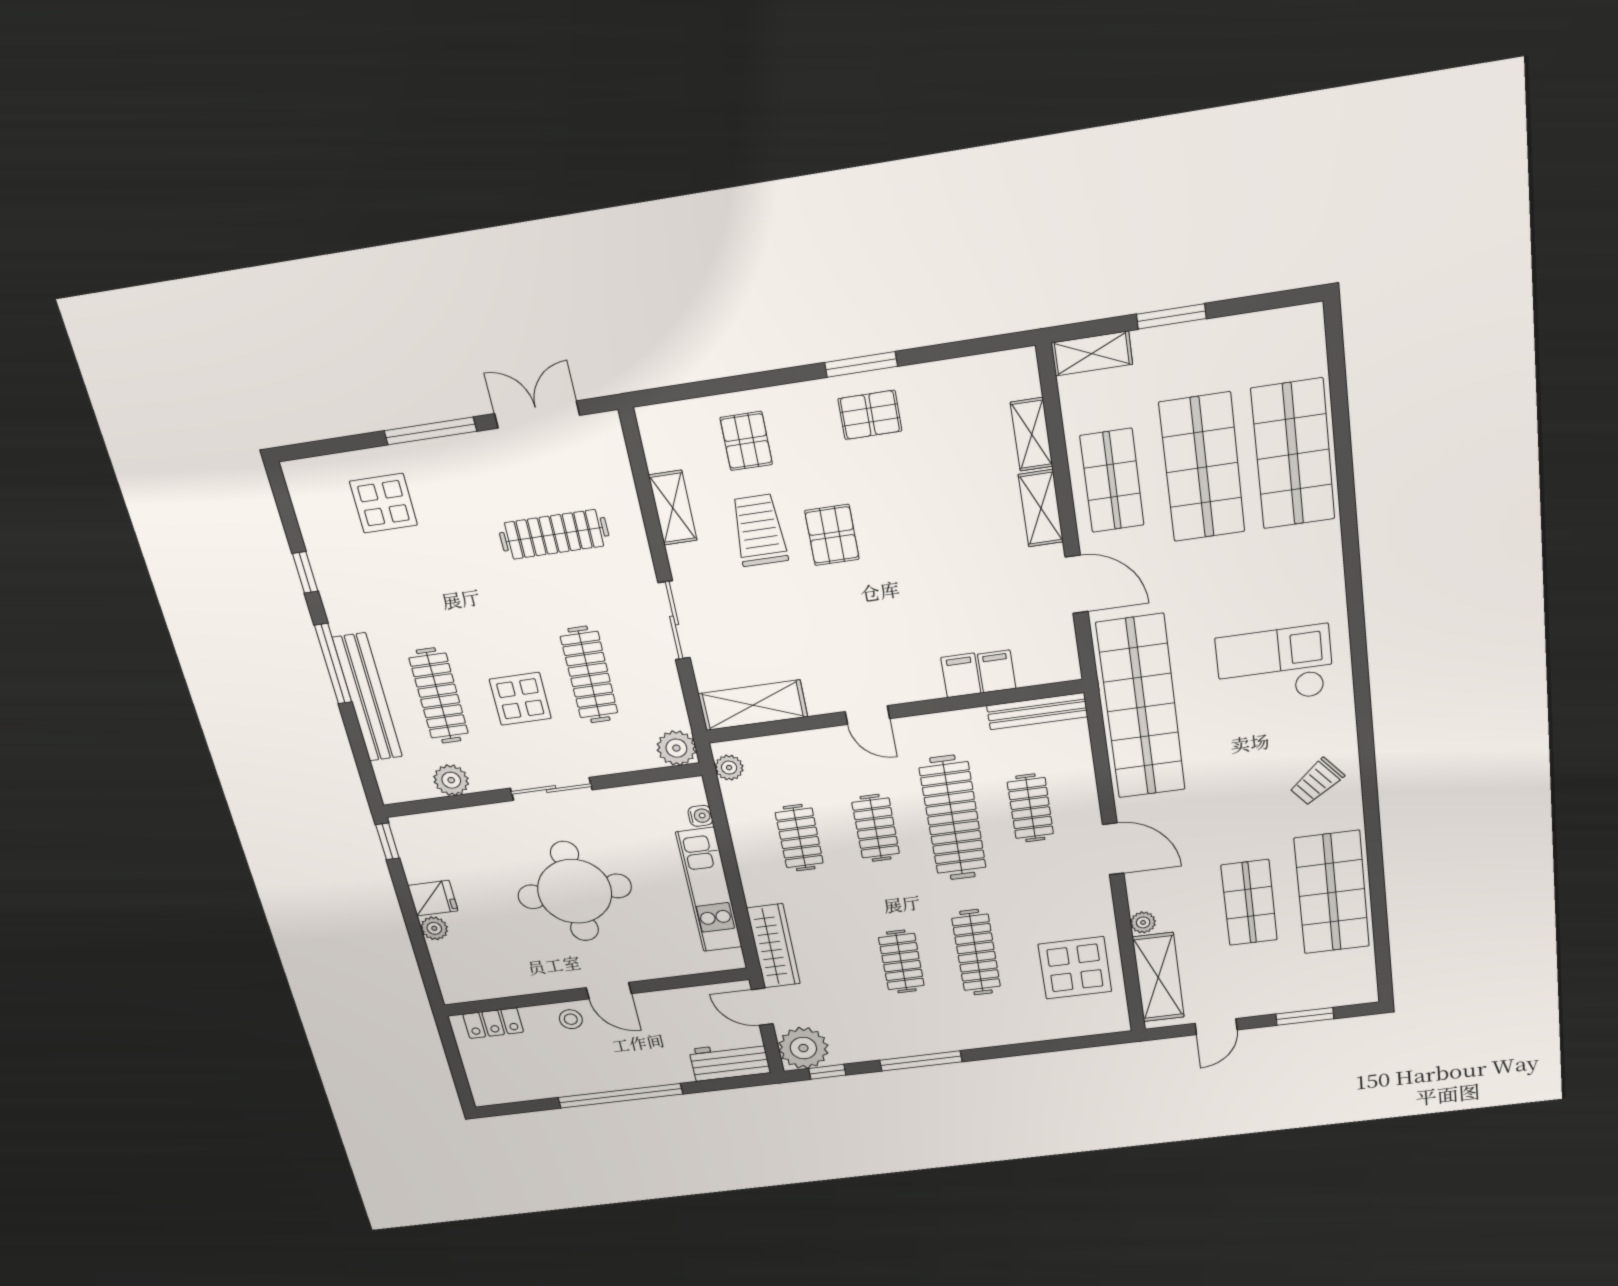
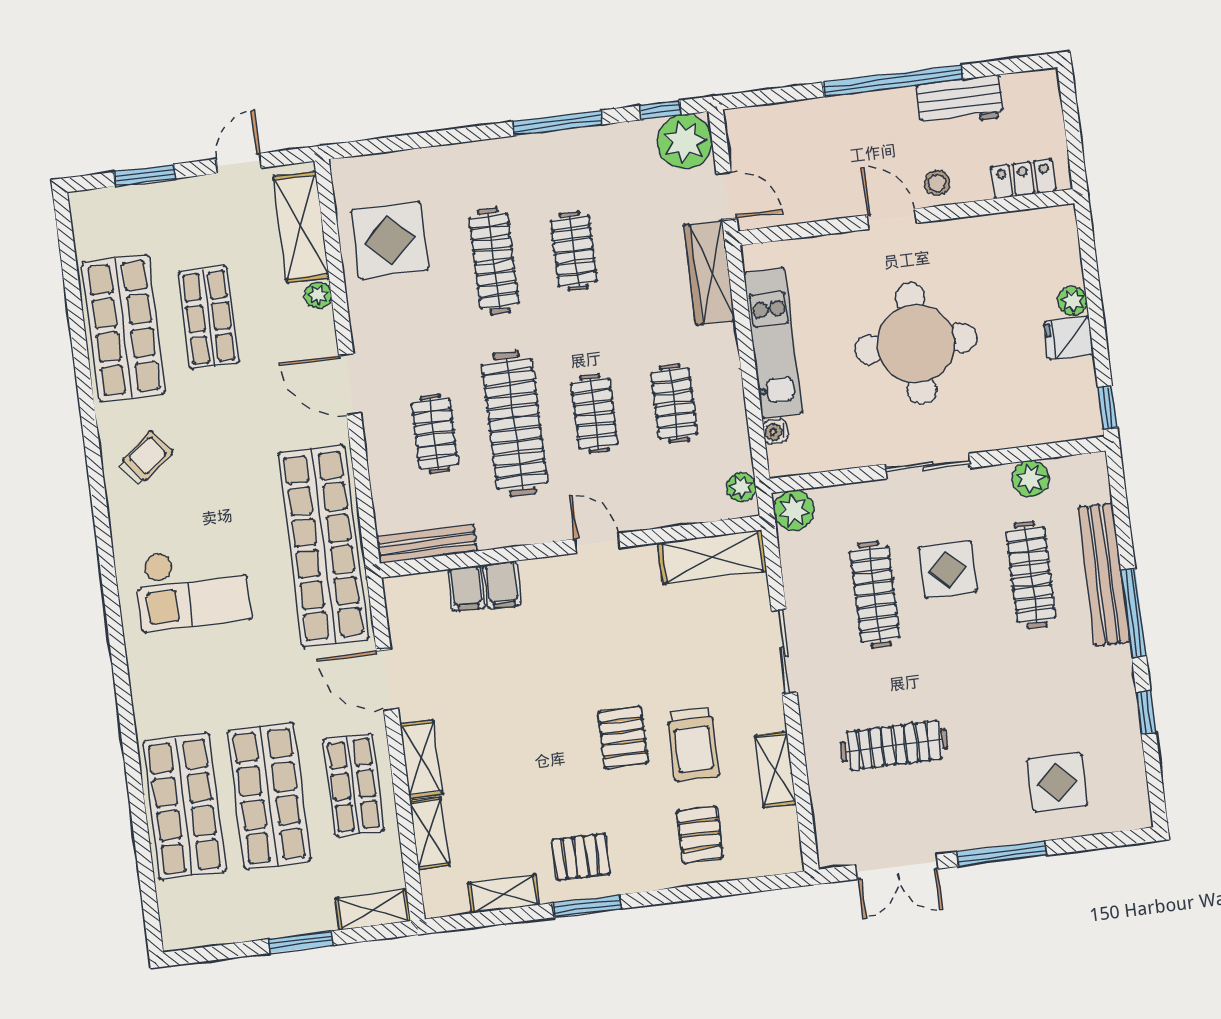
shelving: (951, 374) -> (504, 894), added
workbench: (730, 1061) -> (960, 101), moved

